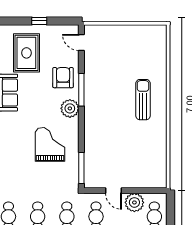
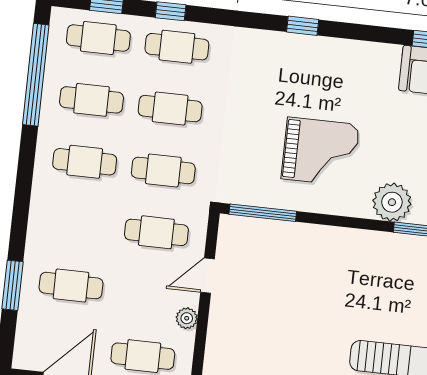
plant: (134, 202) -> (187, 318), width x0.53, depth x0.53

